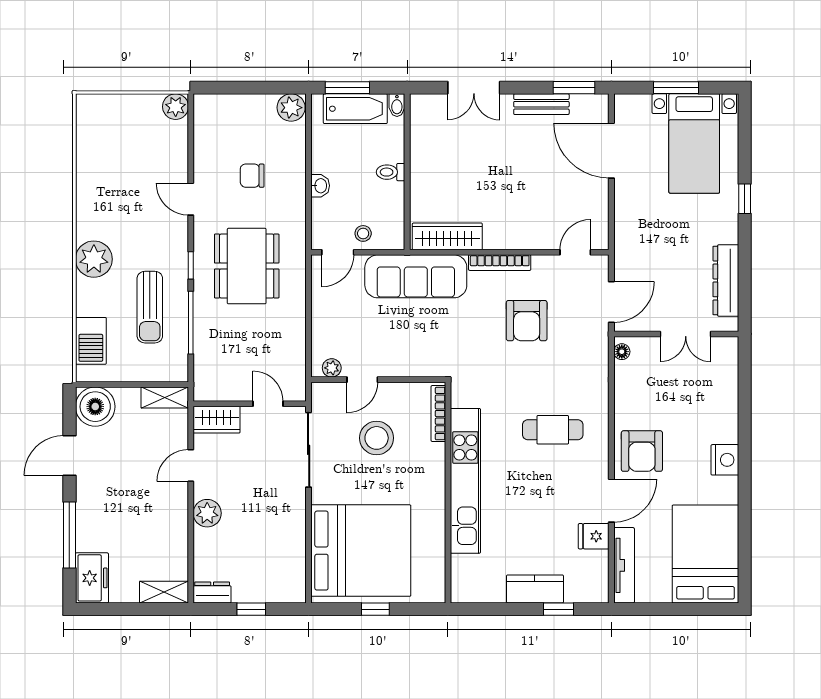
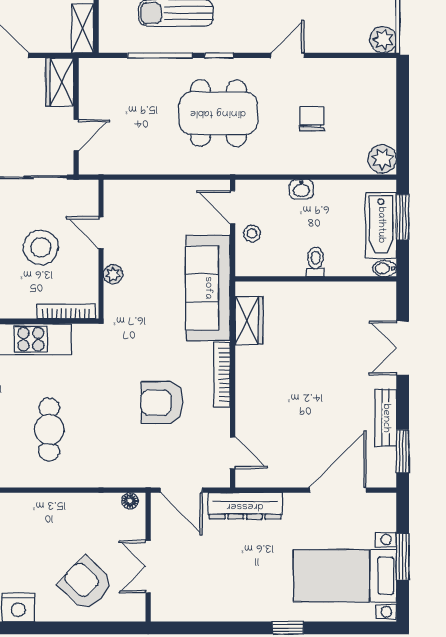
wardrobe: (447, 236) -> (249, 321), width x0.67
dresser: (726, 280) -> (245, 506), moved, turned 180
plant: (332, 368) -> (113, 274), moved
armchair: (642, 451) -> (86, 584), moved, turned 44

